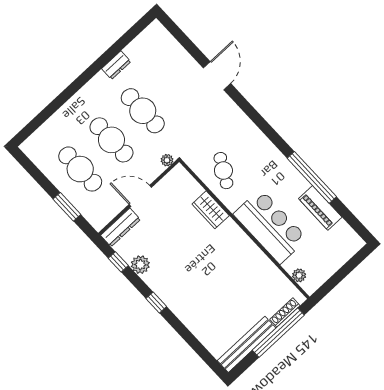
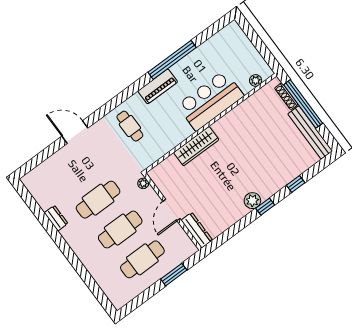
cafe table: (223, 171) -> (130, 126), moved, turned 61
piano: (320, 208) -> (158, 86), moved
wardrobe: (211, 210) -> (196, 146), width x1.50
window: (118, 262) -> (296, 184), moved
plant: (140, 265) -> (252, 201), moved

